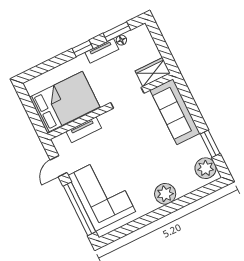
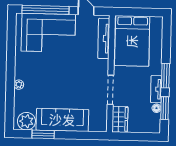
window: (83, 48) -> (165, 76), width x1.50
sofa: (175, 112) -> (62, 120), moved
tv unit: (84, 130) -> (104, 38), width x1.41
plant: (165, 194) -> (19, 85), width x0.53, depth x0.53

